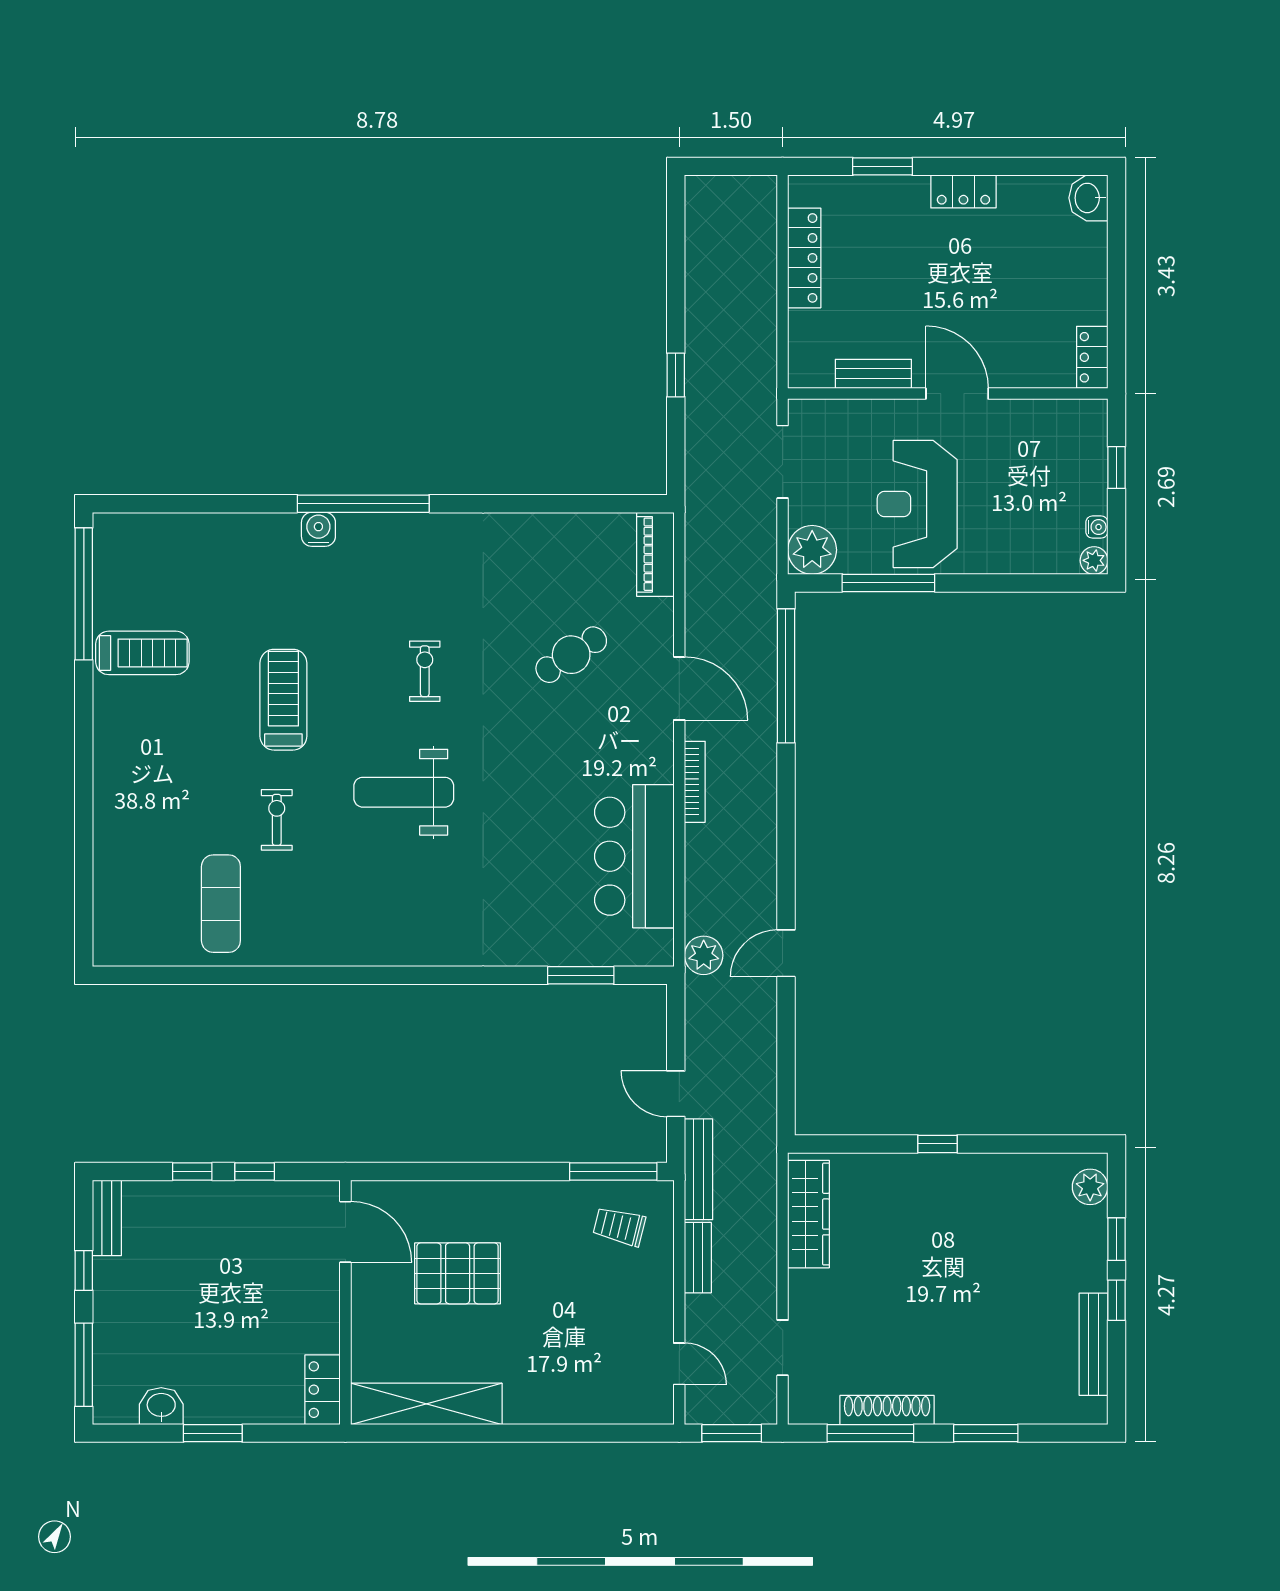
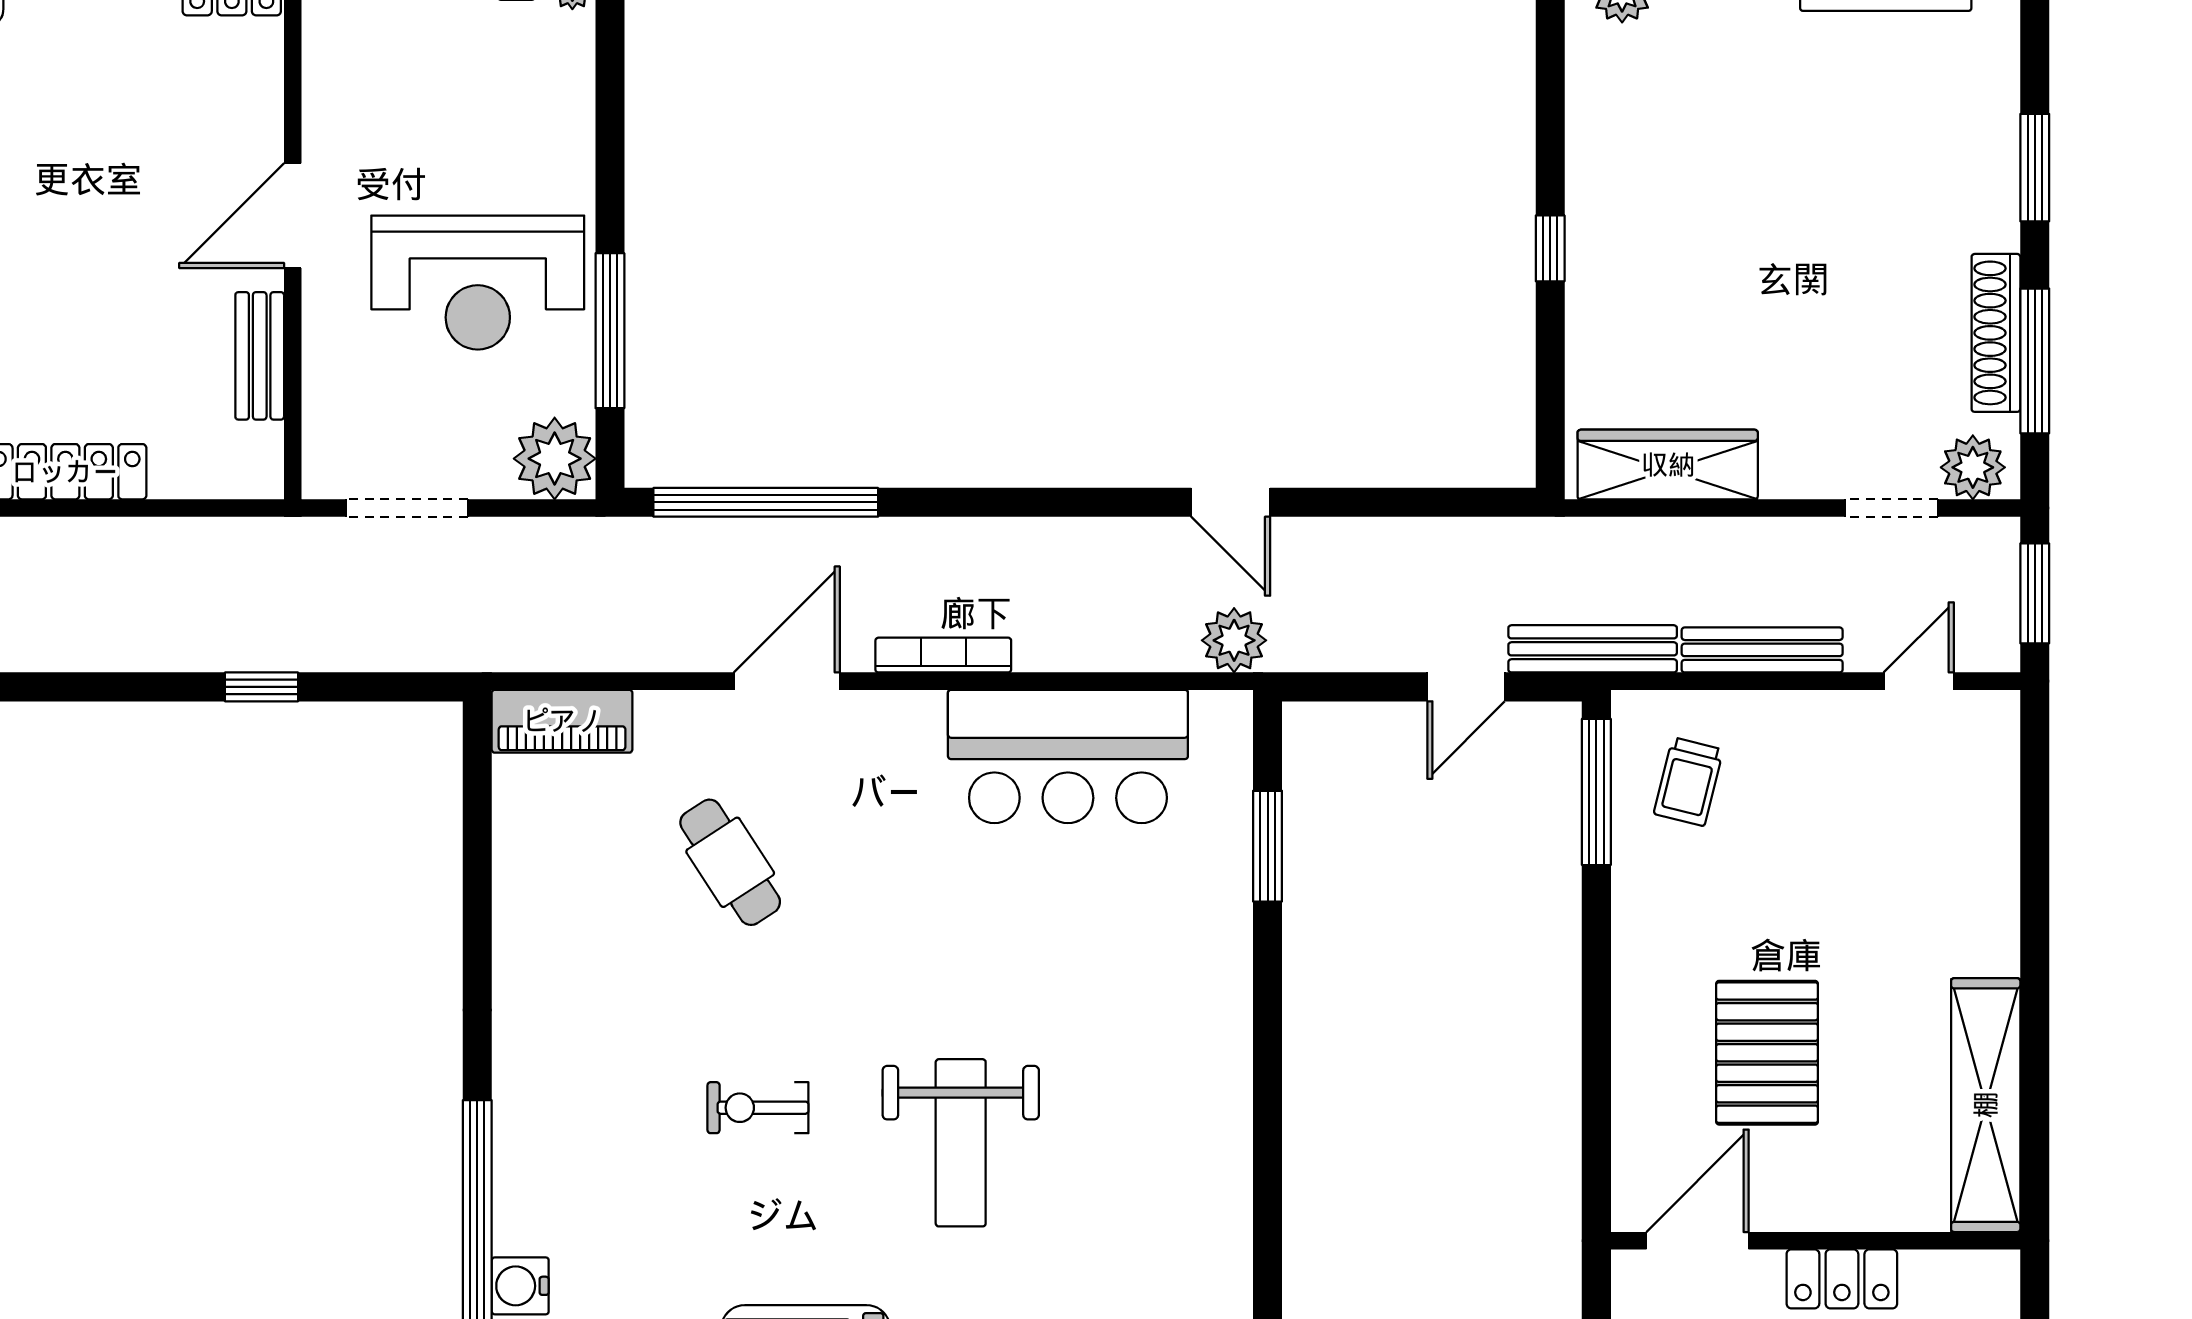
bench: (698, 1258) -> (1762, 650), width x1.36
locker: (323, 1390) -> (1842, 1279), moved
plant: (807, 1396) -> (1973, 467), added

